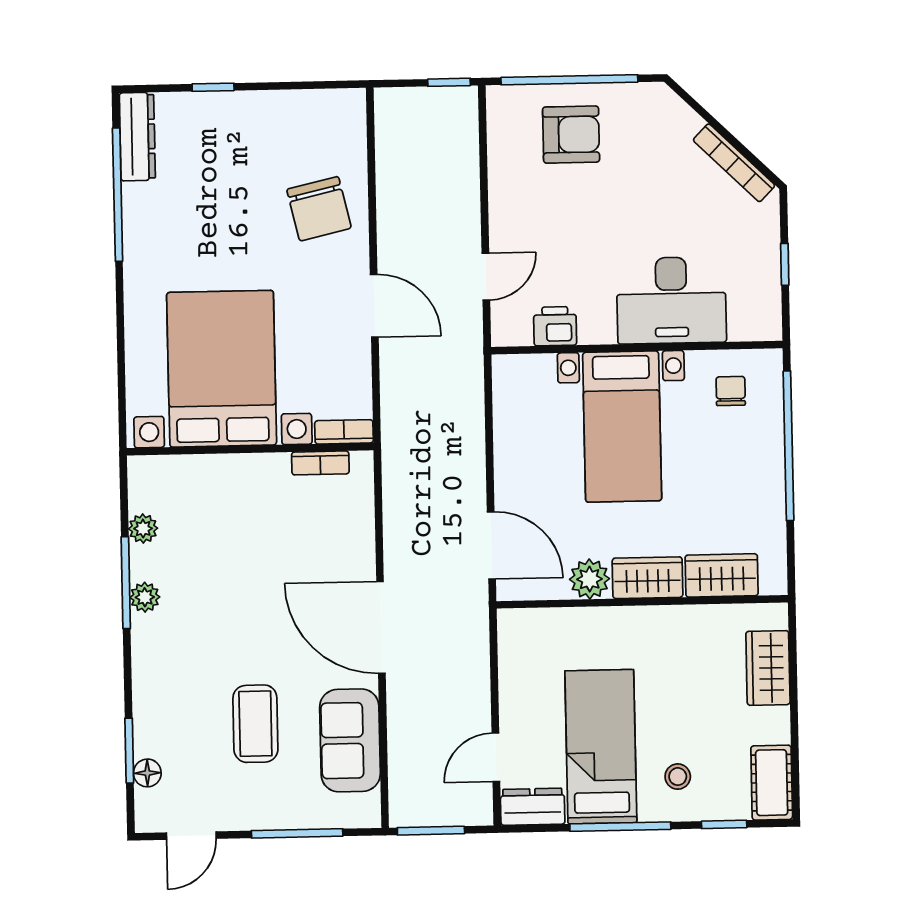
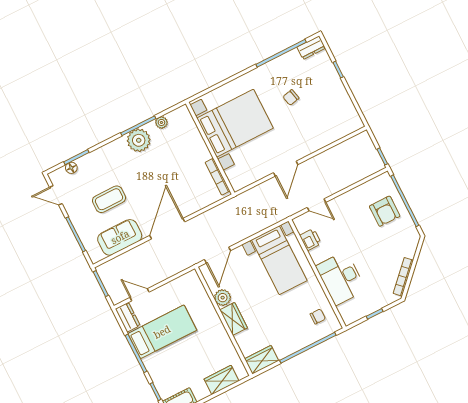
dresser: (137, 137) -> (311, 48), width x0.70
chair: (319, 209) -> (291, 98), moved, width x0.54, depth x0.54
bed with nightstands: (622, 427) -> (279, 260), moved, turned -90
bookcase: (344, 432) -> (233, 180), removed
bookcase: (320, 463) -> (218, 177), width x1.56
wardrobe: (722, 575) -> (262, 360), moved, turned -90
plant: (145, 597) -> (139, 140), width x1.88, depth x1.88
stool: (678, 777) -> (165, 366), removed

